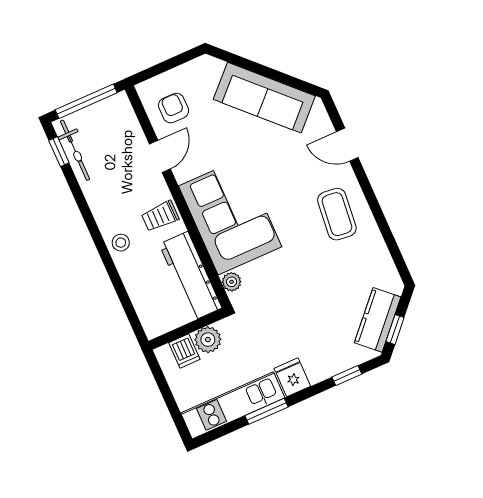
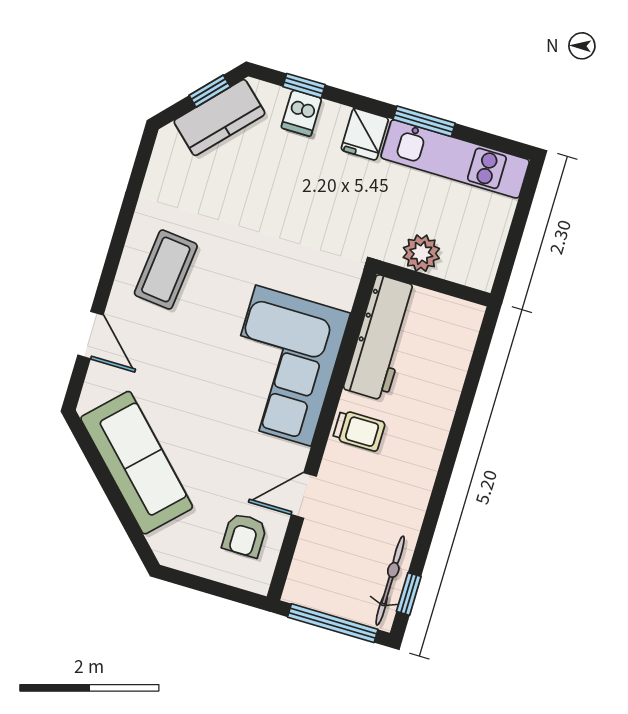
stool: (121, 243) -> (426, 438), removed
plant: (232, 282) -> (342, 294), removed
dishwasher: (184, 351) -> (301, 113), moved, turned 180

